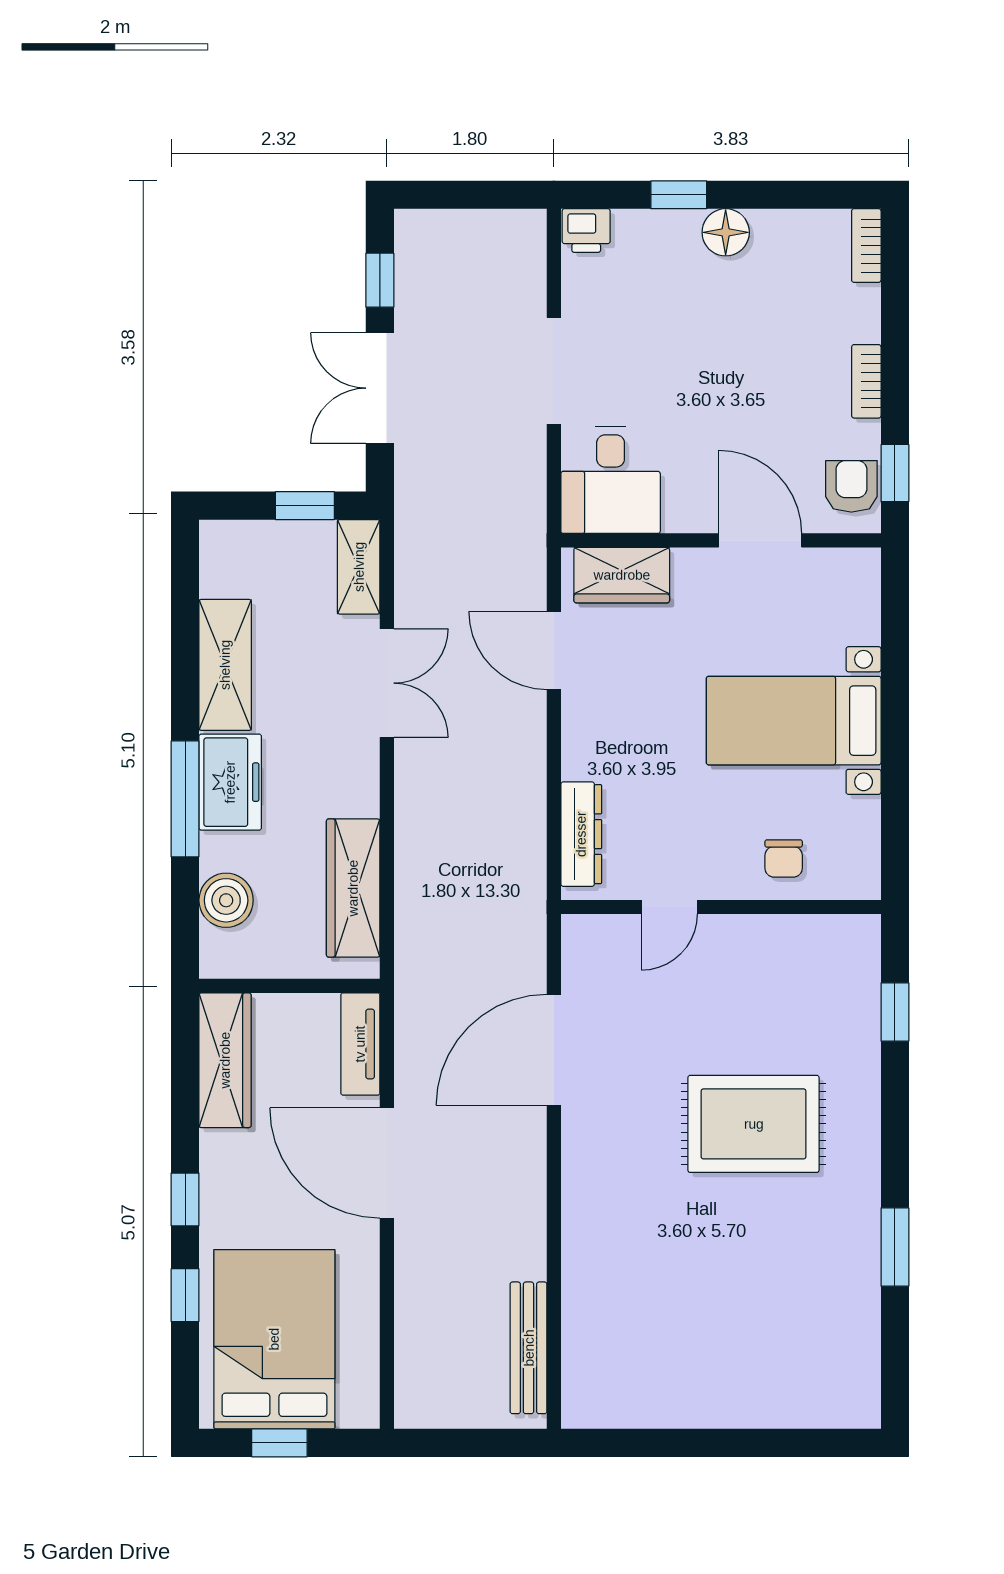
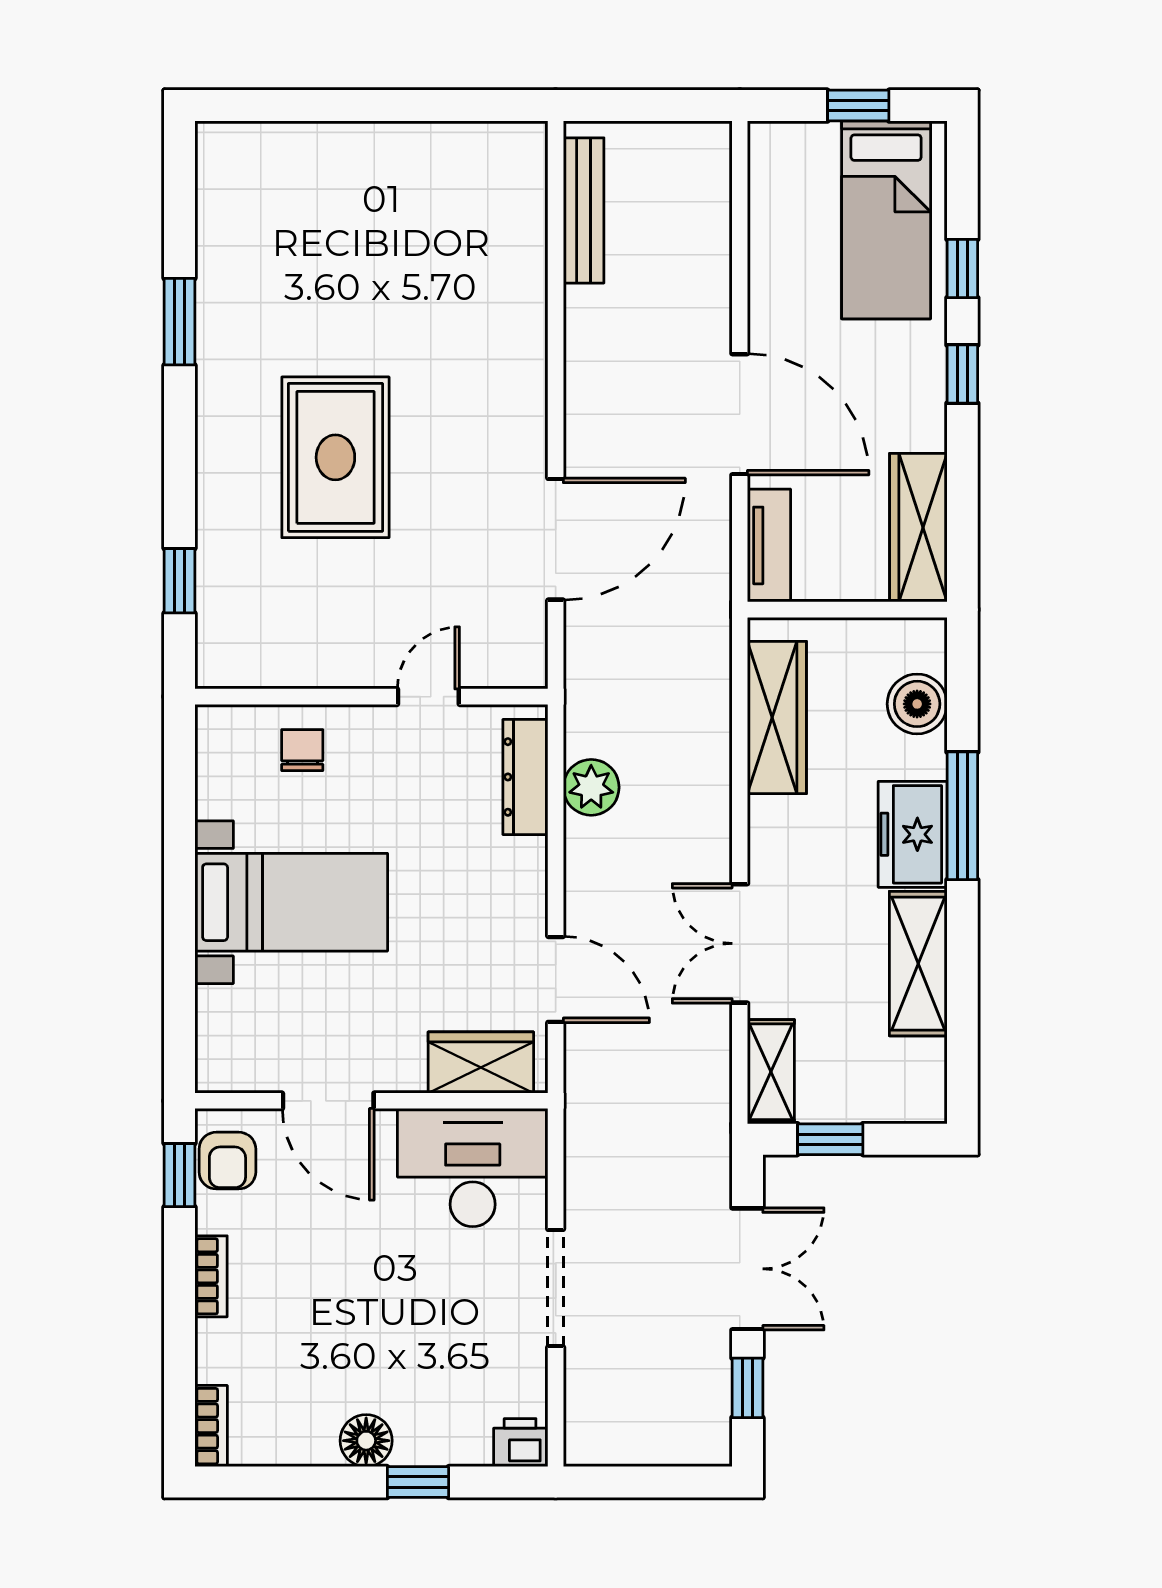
desk: (611, 480) -> (473, 1168), width x1.37
plant: (522, 825) -> (591, 787), added
rug: (754, 1124) -> (335, 457), turned 90
bed: (274, 1339) -> (886, 220), width x0.67

